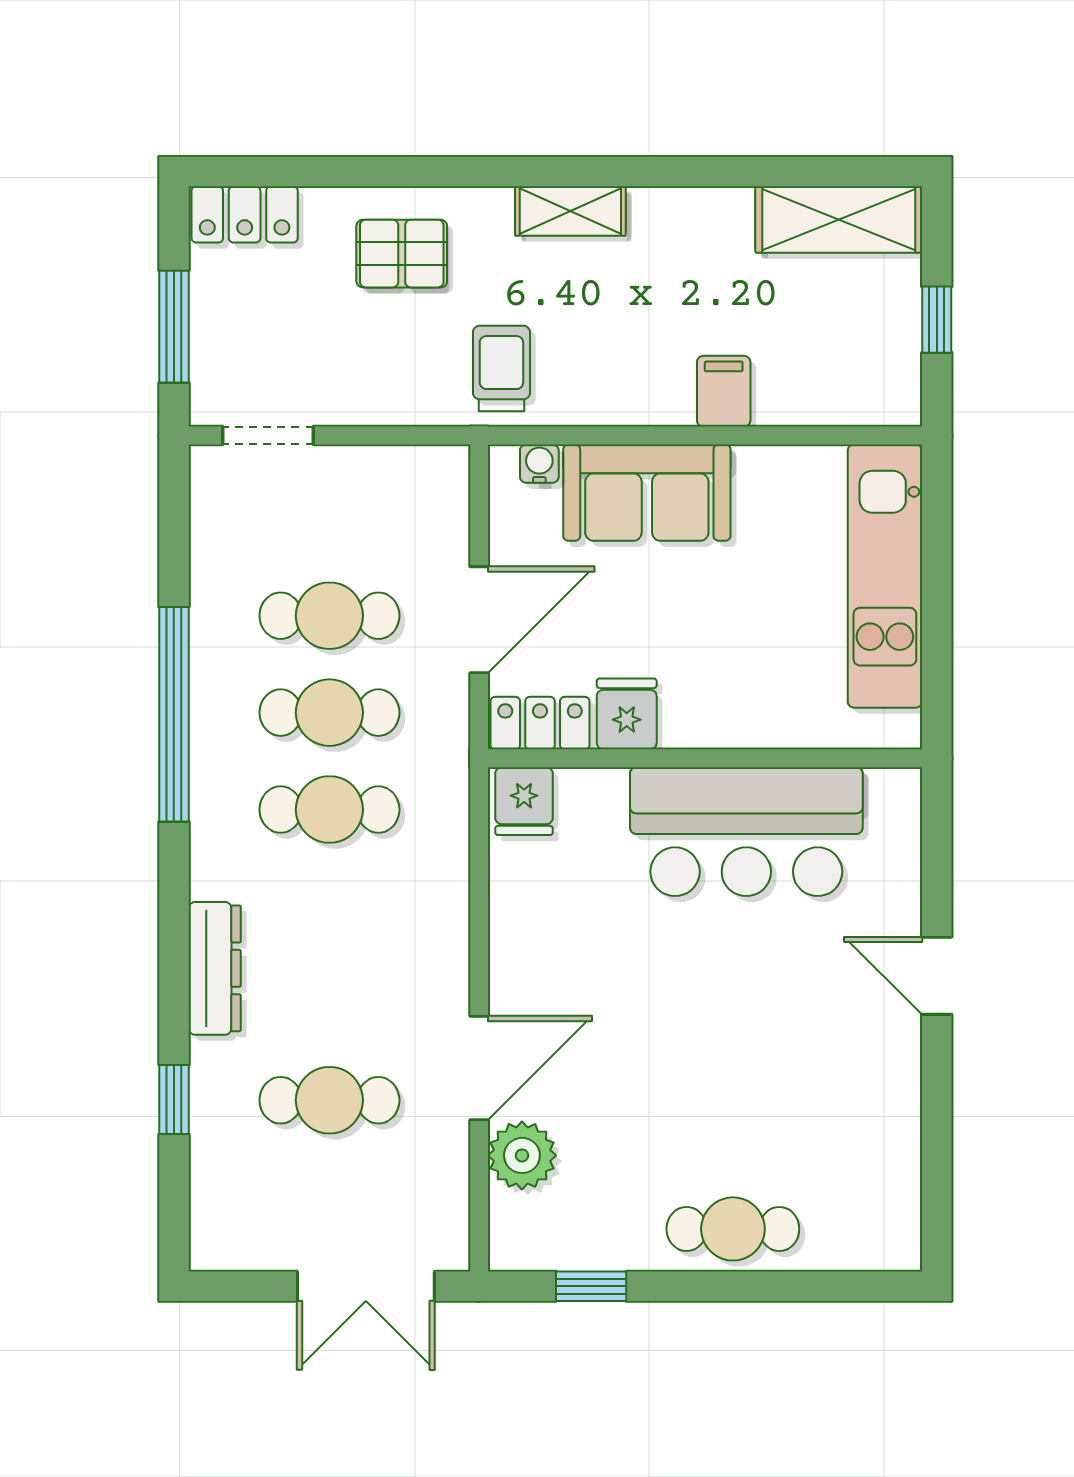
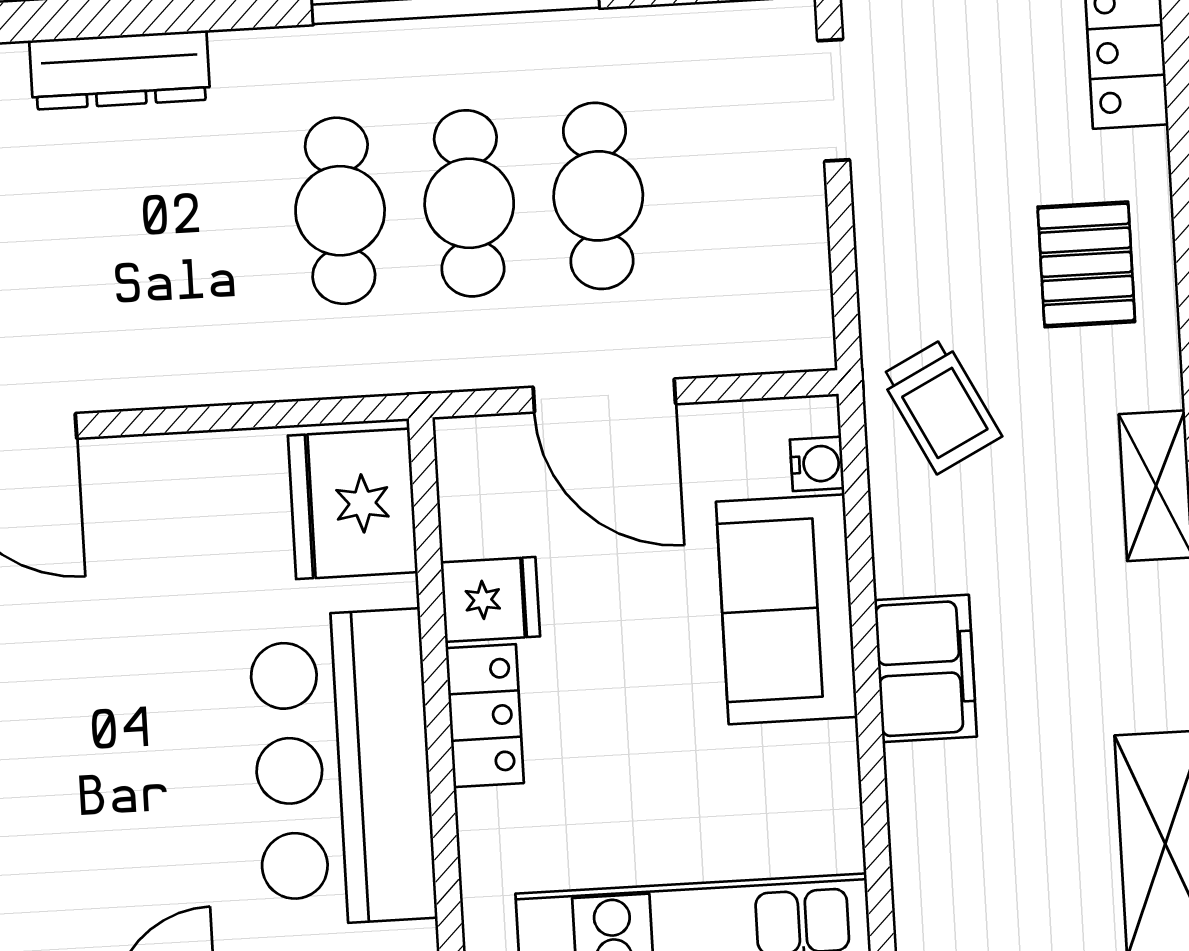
trolley: (501, 369) -> (941, 406), turned 63
filing cabinet: (724, 391) -> (926, 668), width x2.00
locker: (540, 723) -> (485, 716), moved
fridge: (524, 801) -> (353, 504), width x1.88, depth x1.34

